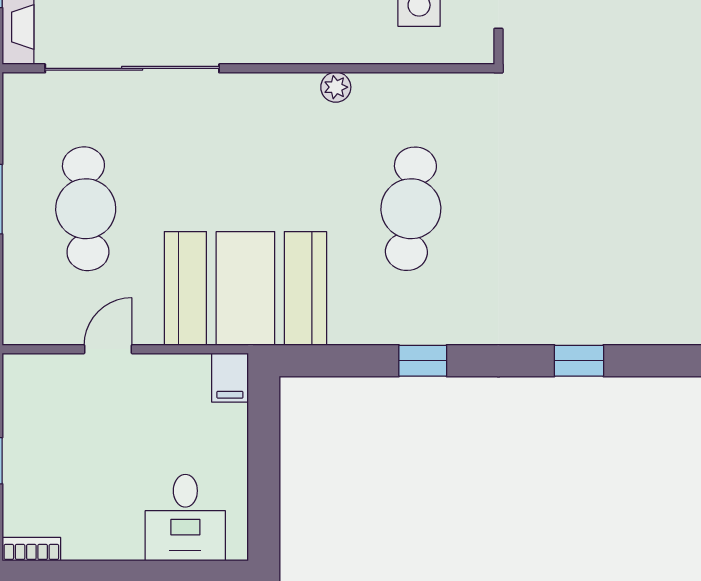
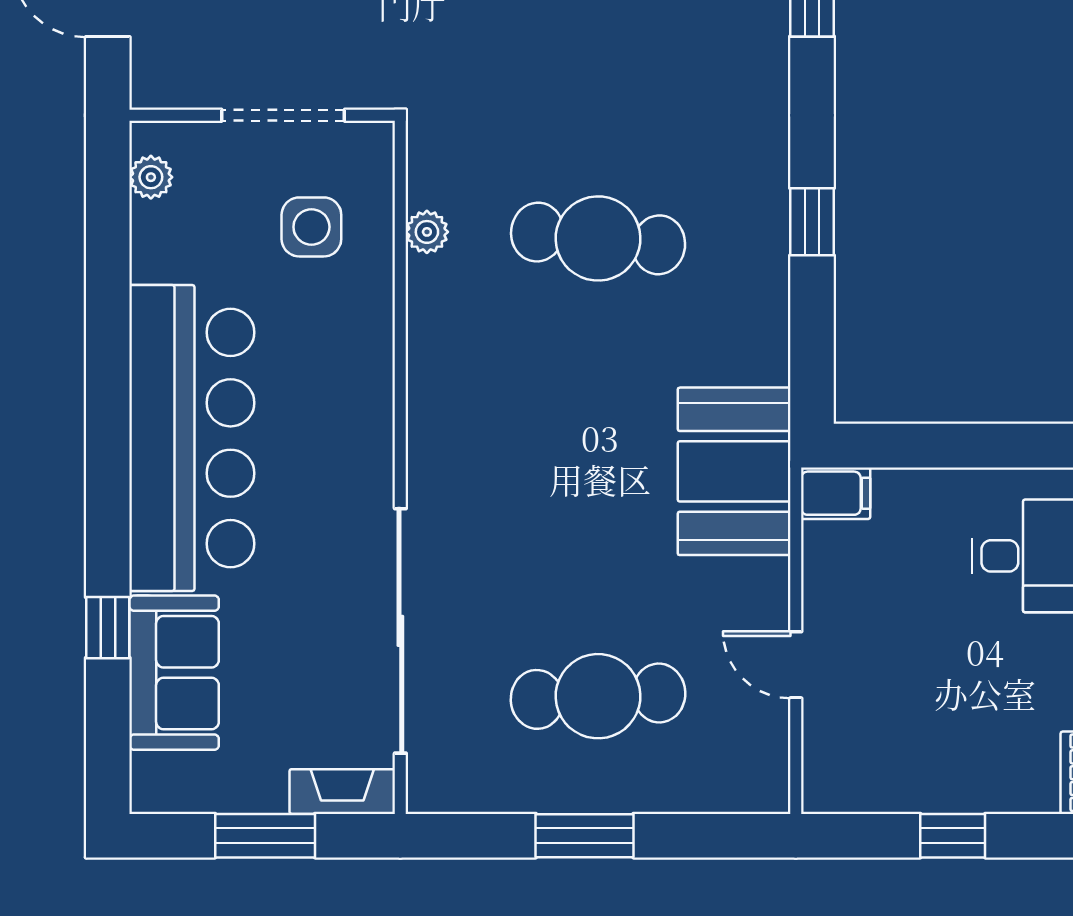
plant: (336, 87) -> (427, 232), moved
booth: (245, 288) -> (734, 471), width x0.73, depth x0.70

